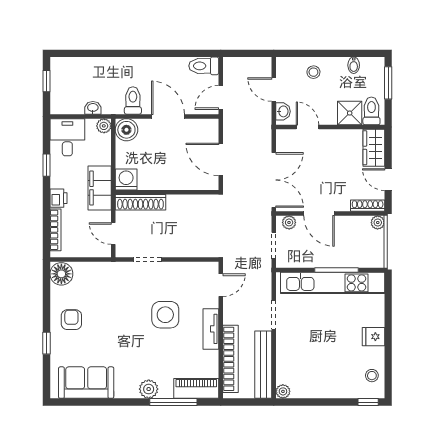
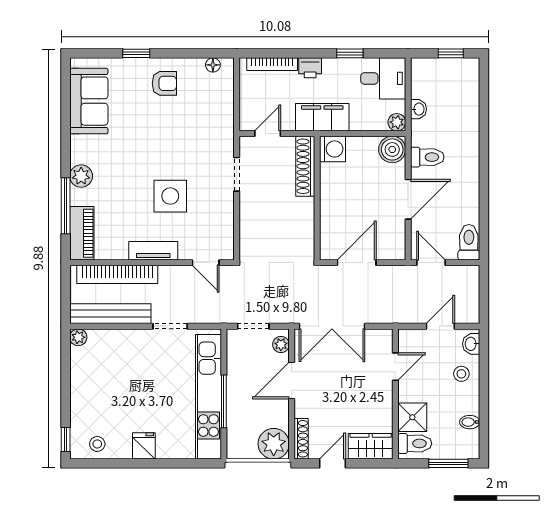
washbasin: (283, 111) -> (471, 344), moved, turned 90
plant: (378, 223) -> (274, 444), width x1.88, depth x1.88
floor lamp: (61, 274) -> (213, 65), width x0.53, depth x0.53

